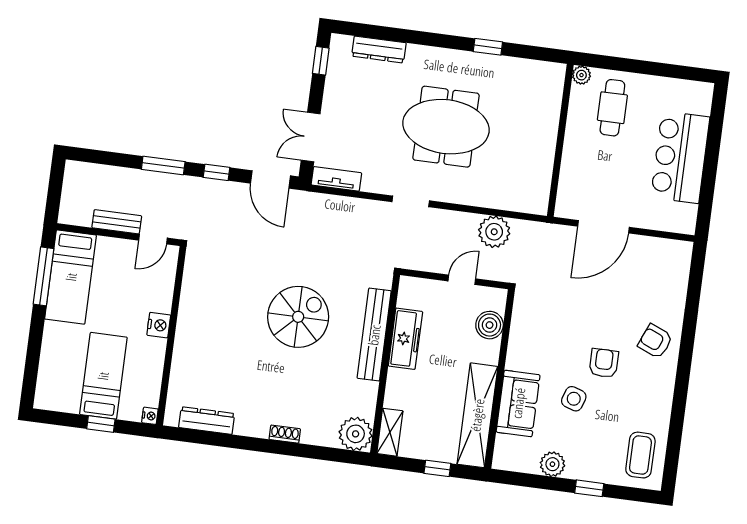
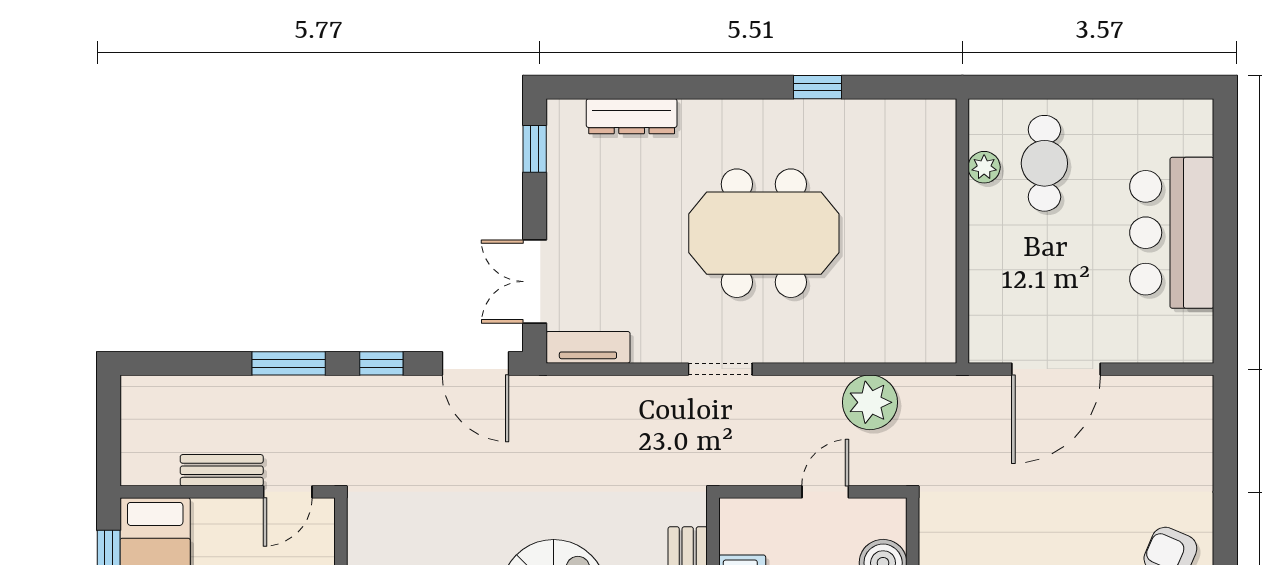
plant: (581, 75) -> (984, 167), moved

